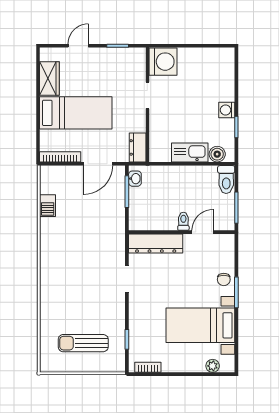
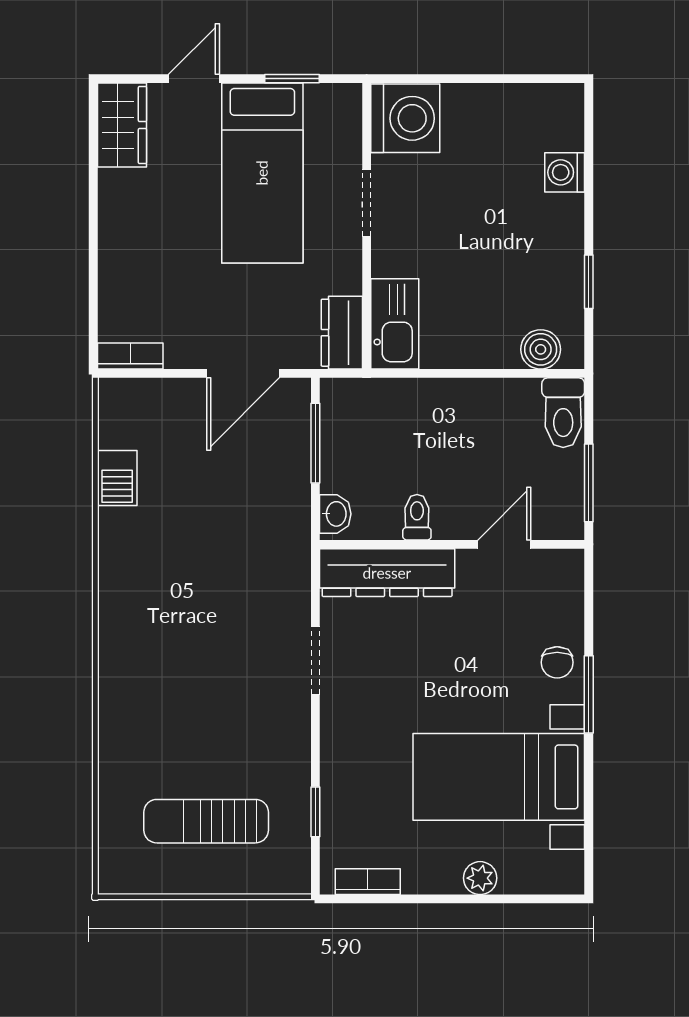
wardrobe: (49, 78) -> (122, 125), moved
washing machine: (227, 110) -> (565, 172), moved
bed: (76, 113) -> (262, 173), moved, turned 90
kitchen sink: (190, 152) -> (395, 324), moved, turned 90
bookcase: (60, 157) -> (130, 356), width x0.64
washbasin: (135, 179) -> (335, 514), moved
toilet: (183, 221) -> (417, 517), moved
plant: (213, 366) -> (480, 878), moved

